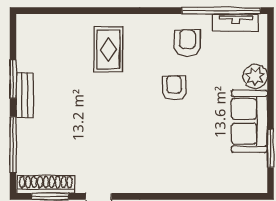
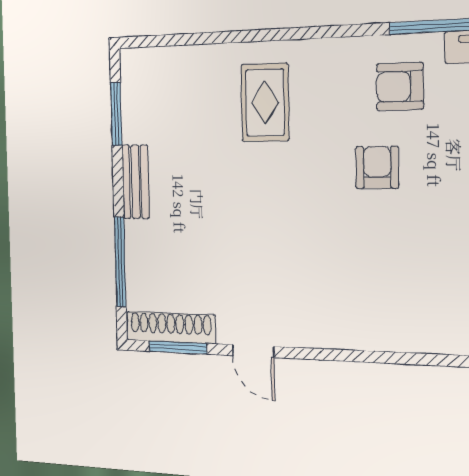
armchair: (187, 43) -> (400, 86), turned -90
window: (13, 79) -> (116, 114), moved

